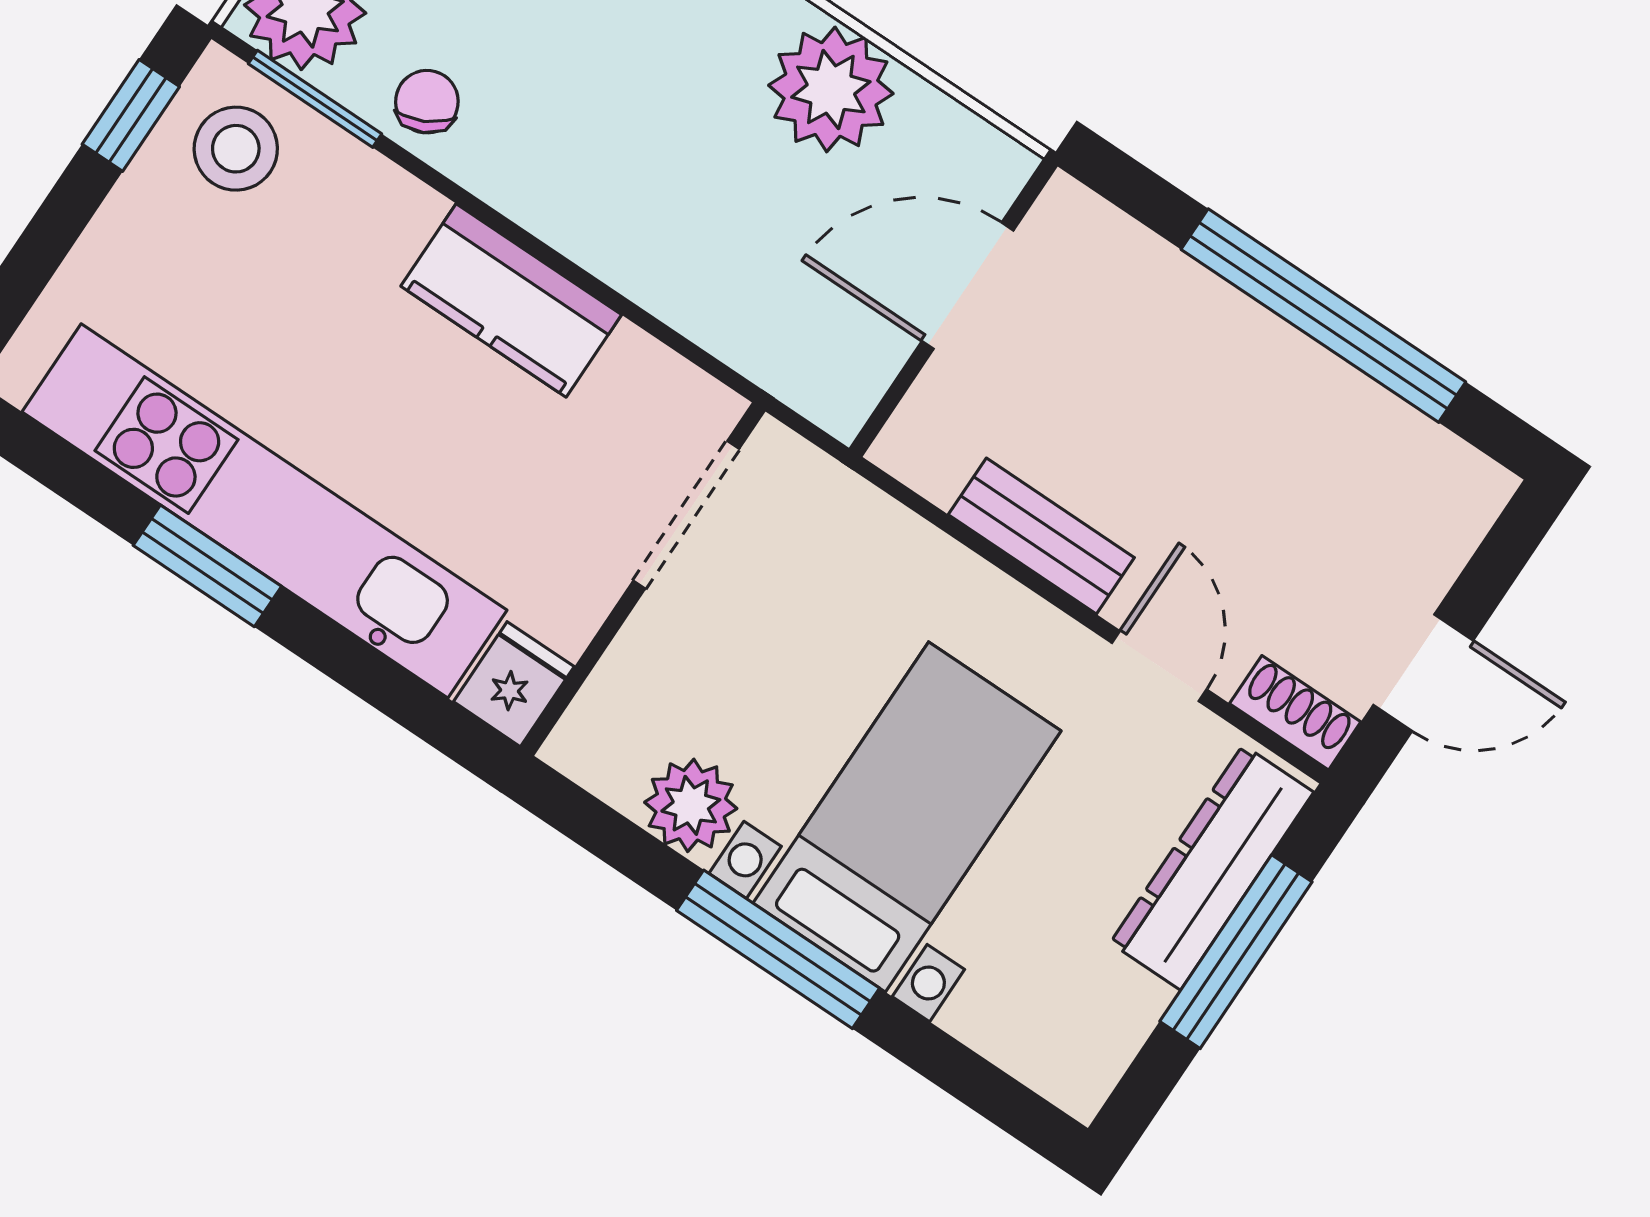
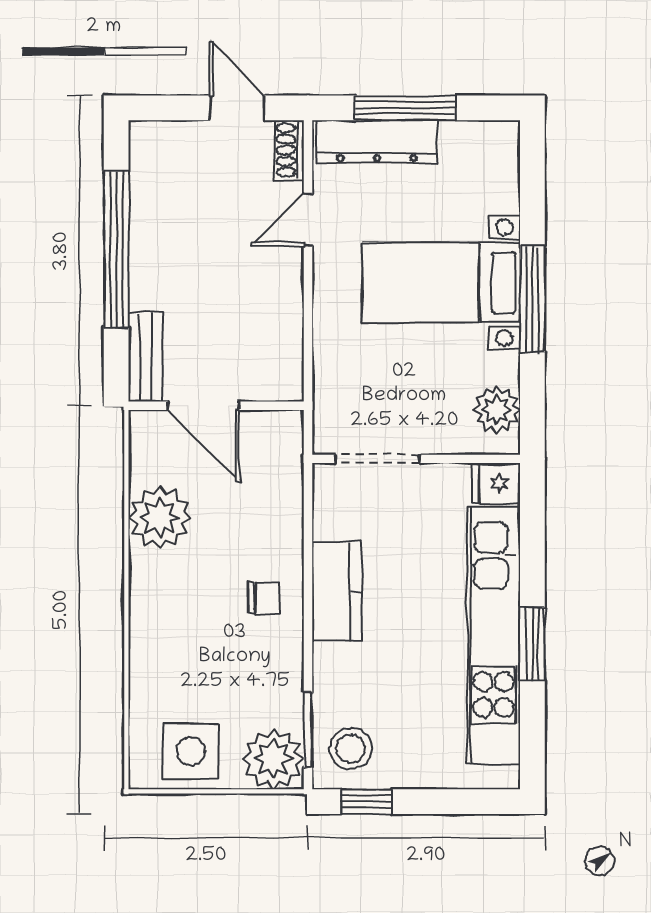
chair: (427, 102) -> (264, 598), moved, turned -153
bench: (1041, 536) -> (146, 357), moved
plant: (691, 805) -> (497, 410), moved

